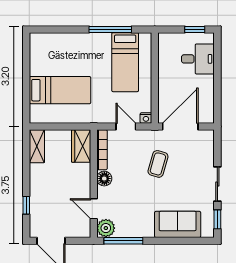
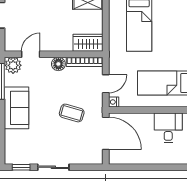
desk: (198, 59) -> (168, 128), moved, turned 180
sofa: (178, 224) -> (16, 108), moved

